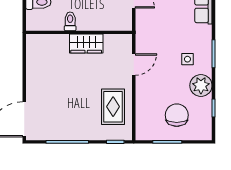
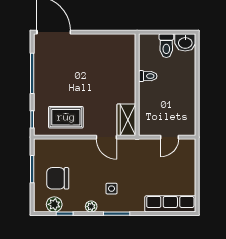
wardrobe: (86, 44) -> (126, 120), moved
plant: (201, 85) -> (91, 206), width x0.53, depth x0.53
chair: (177, 115) -> (58, 178), turned 180
plant: (204, 119) -> (54, 204), added

